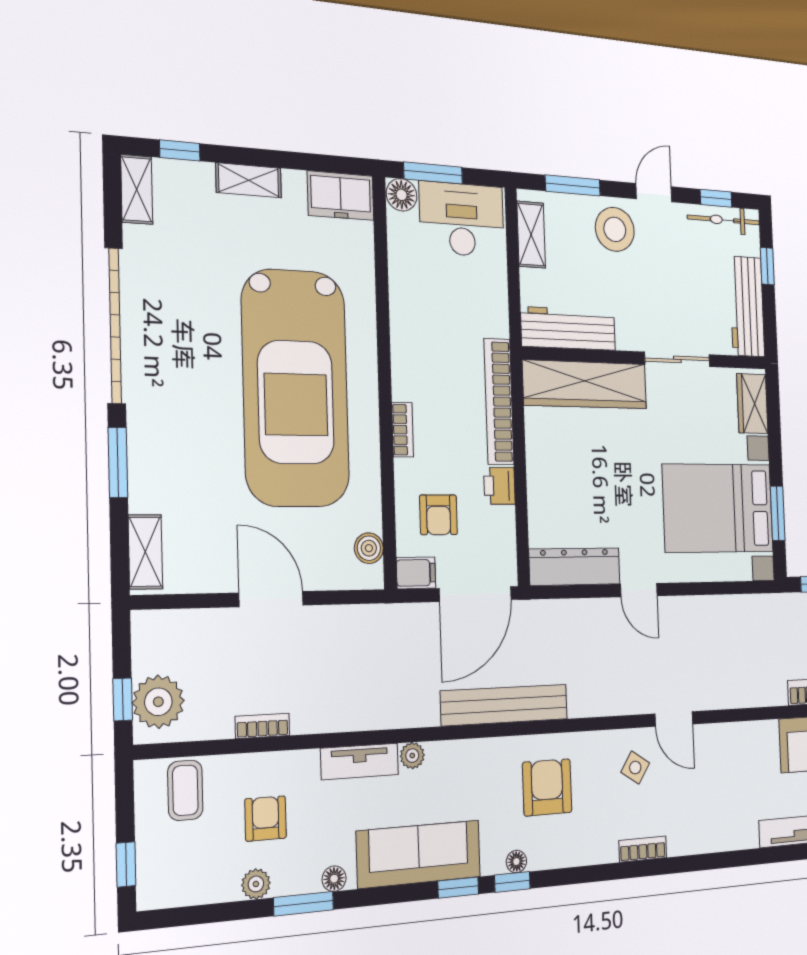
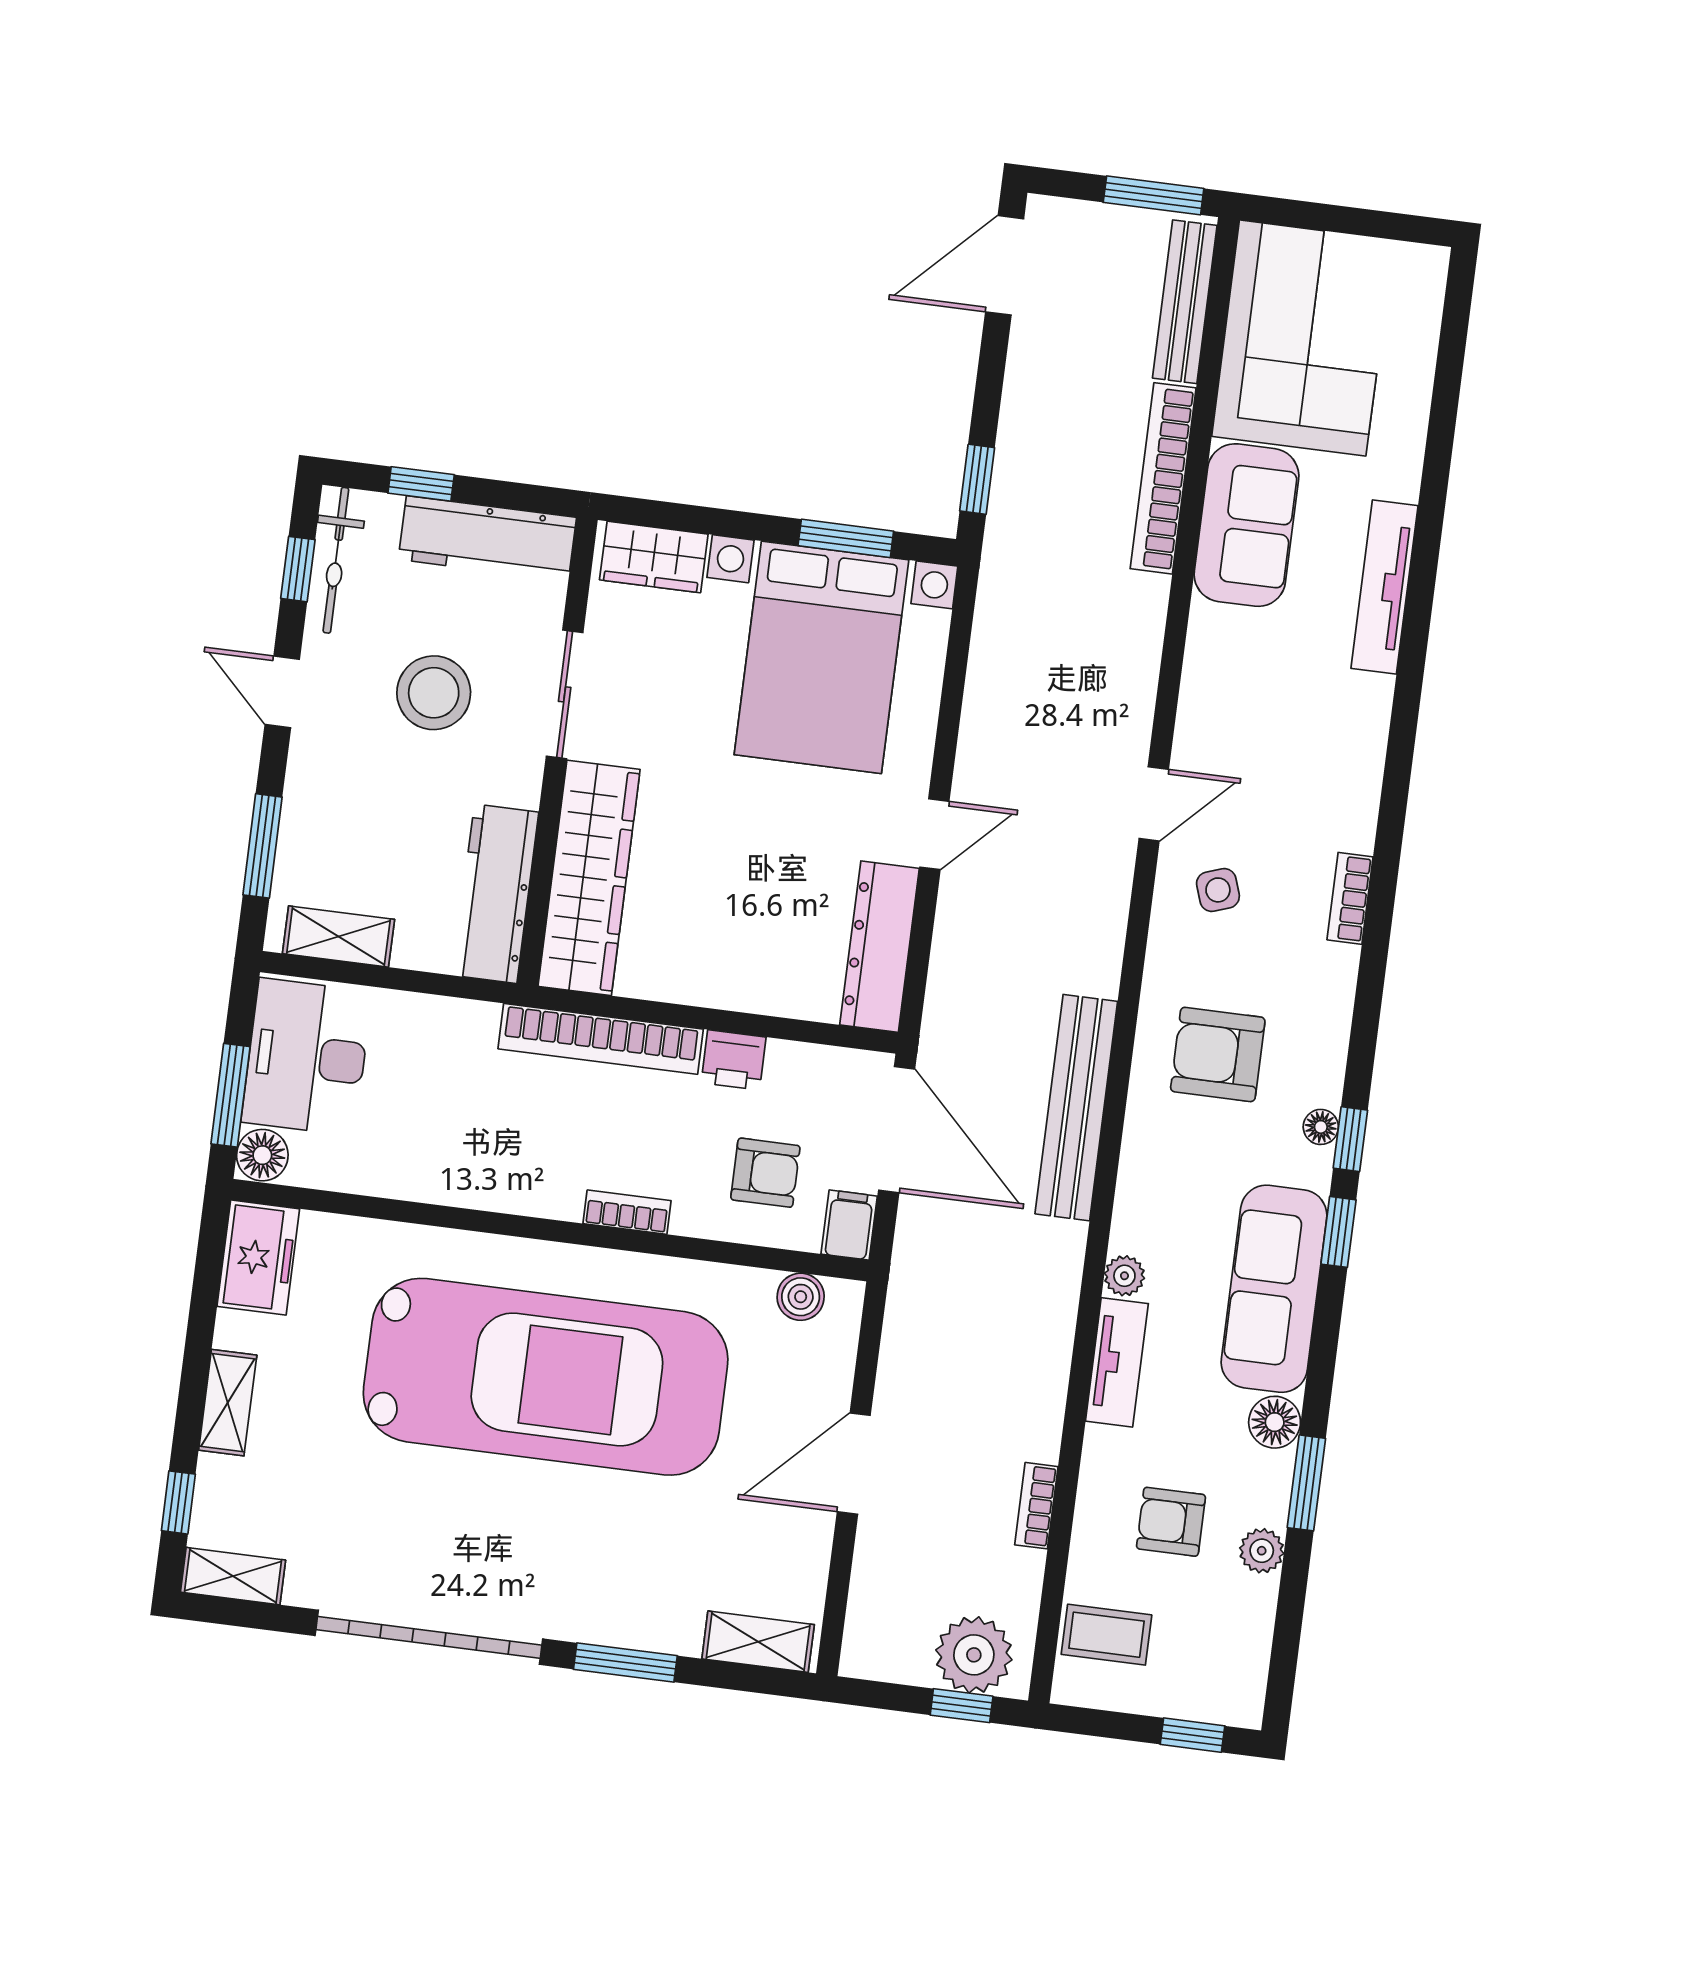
stool: (615, 229) -> (434, 693), moved
side table: (635, 768) -> (1218, 890), turned 38
floor lamp: (334, 879) -> (1275, 1422), width x1.37, depth x1.37

